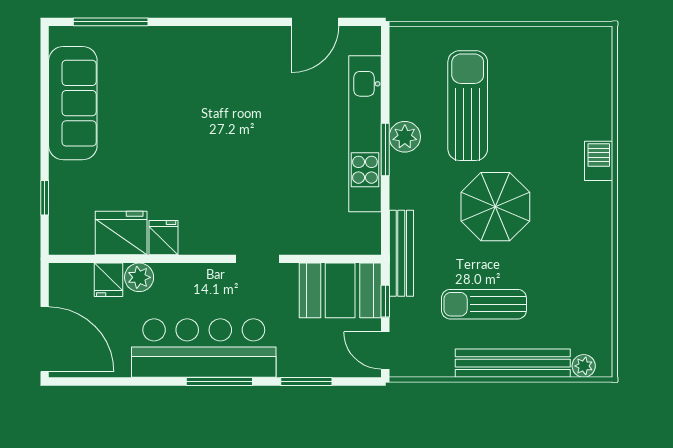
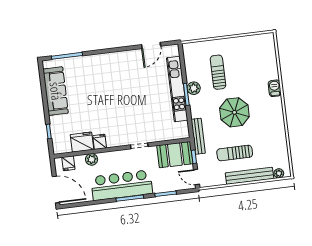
sun lounger: (468, 106) -> (218, 72), width x0.73, depth x0.75
fridge: (108, 280) -> (68, 163), moved

